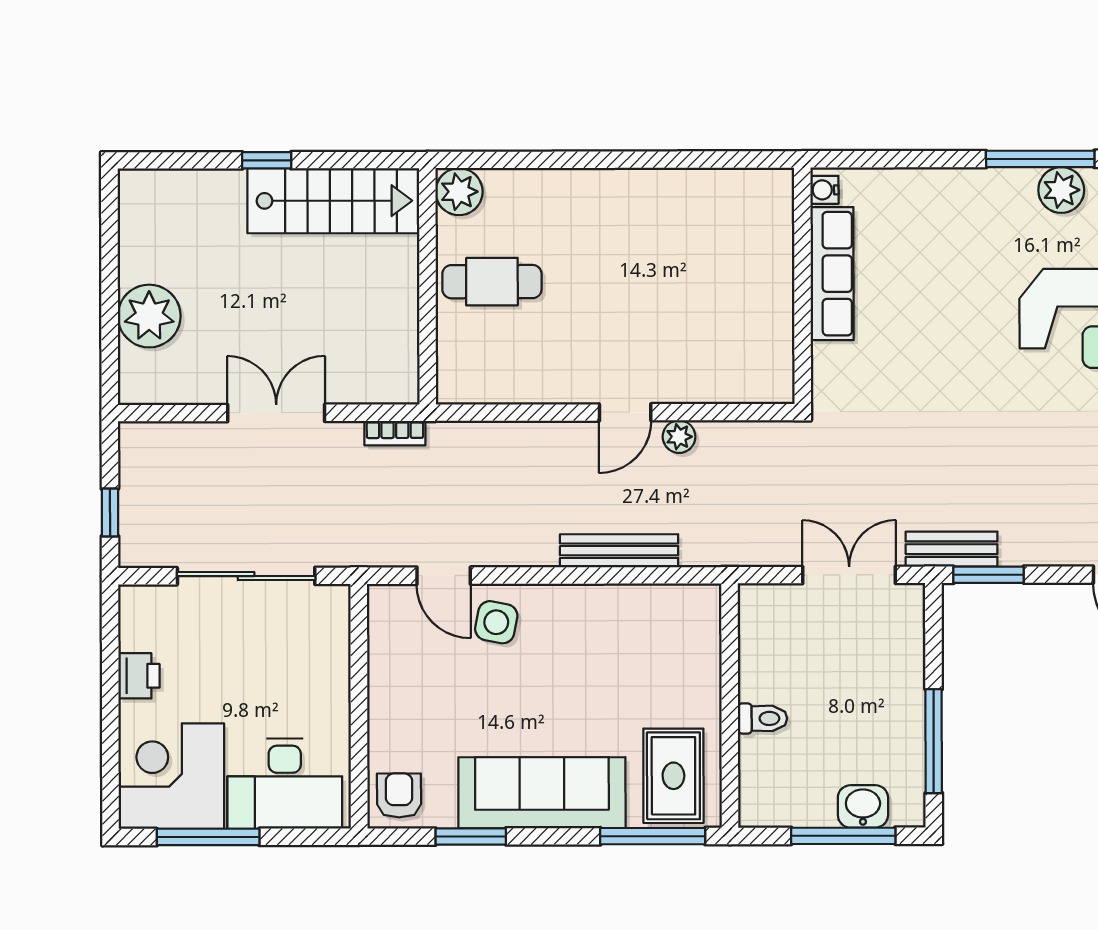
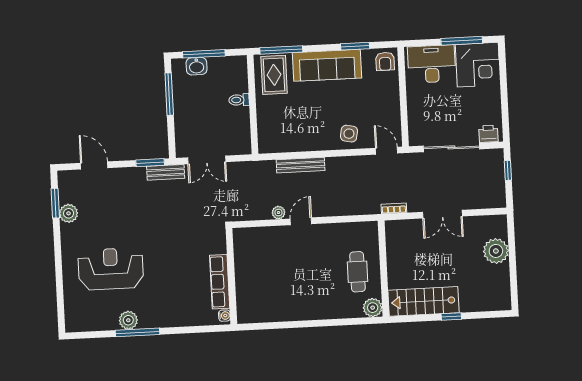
cafe table: (492, 282) -> (357, 272), turned 90
door: (444, 576) -> (387, 151), moved
printer: (139, 676) -> (488, 134), moved, turned 90

